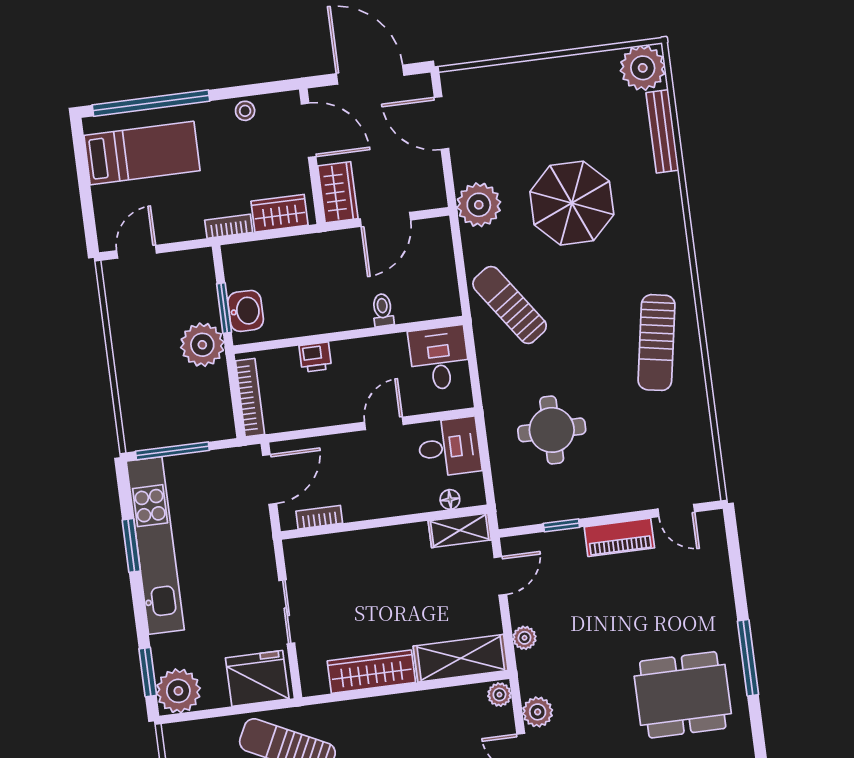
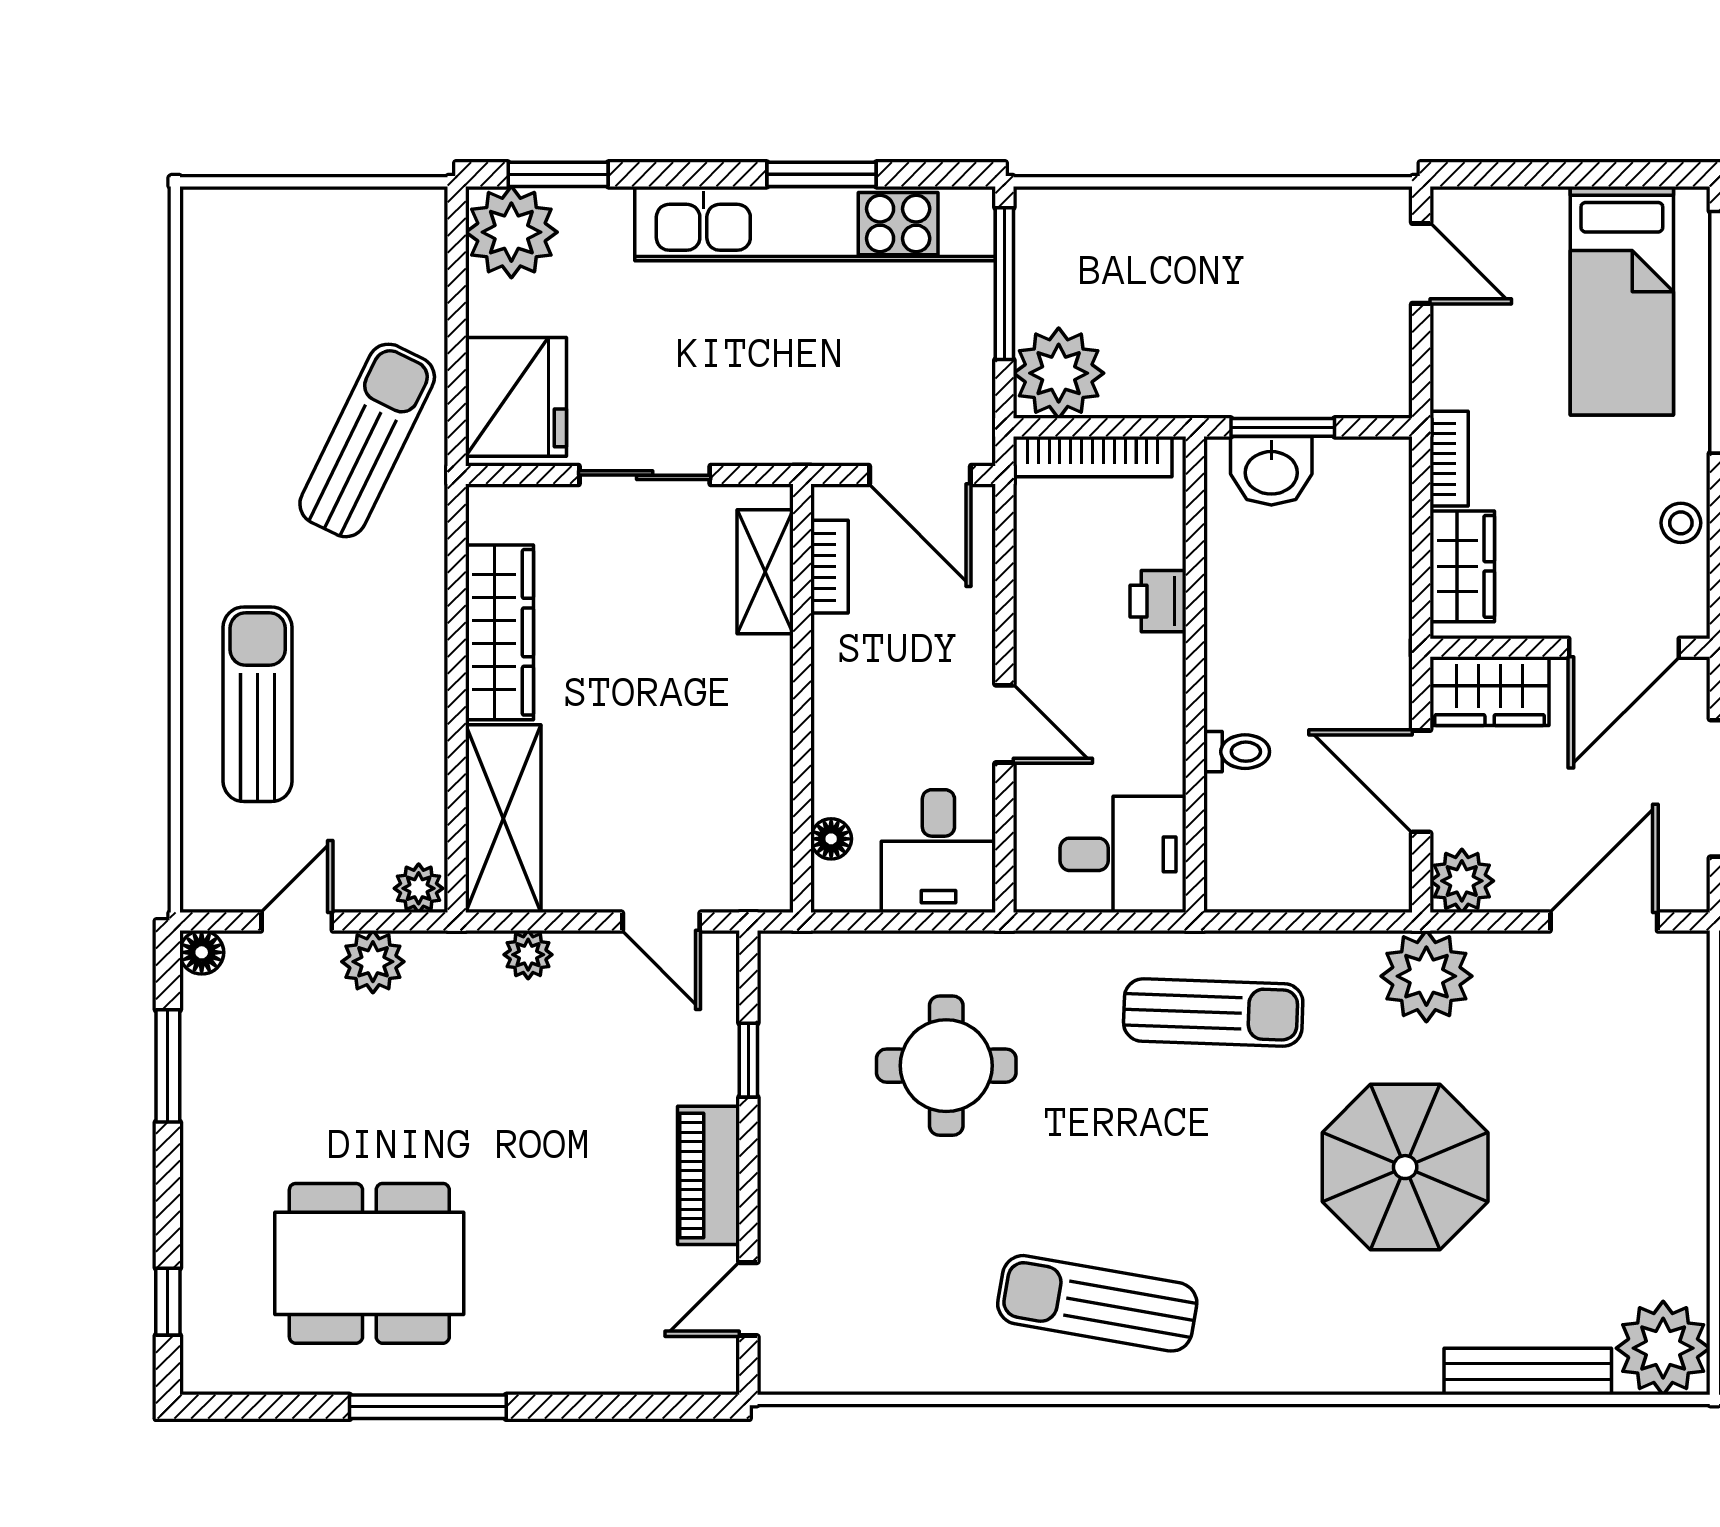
plant: (431, 194) -> (1462, 881), added
sun lounger: (510, 305) -> (1213, 1013), turned 37
plant: (202, 345) -> (1059, 373), moved
shelving: (460, 530) -> (765, 572), moved
dining table: (683, 695) -> (369, 1263), turned 90

